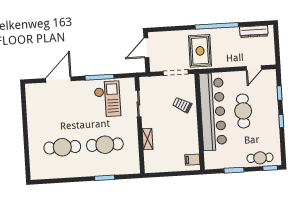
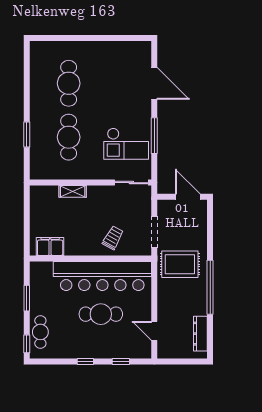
sliding door: (138, 103) -> (131, 183), moved
filing cabinet: (192, 160) -> (50, 246), width x2.00

